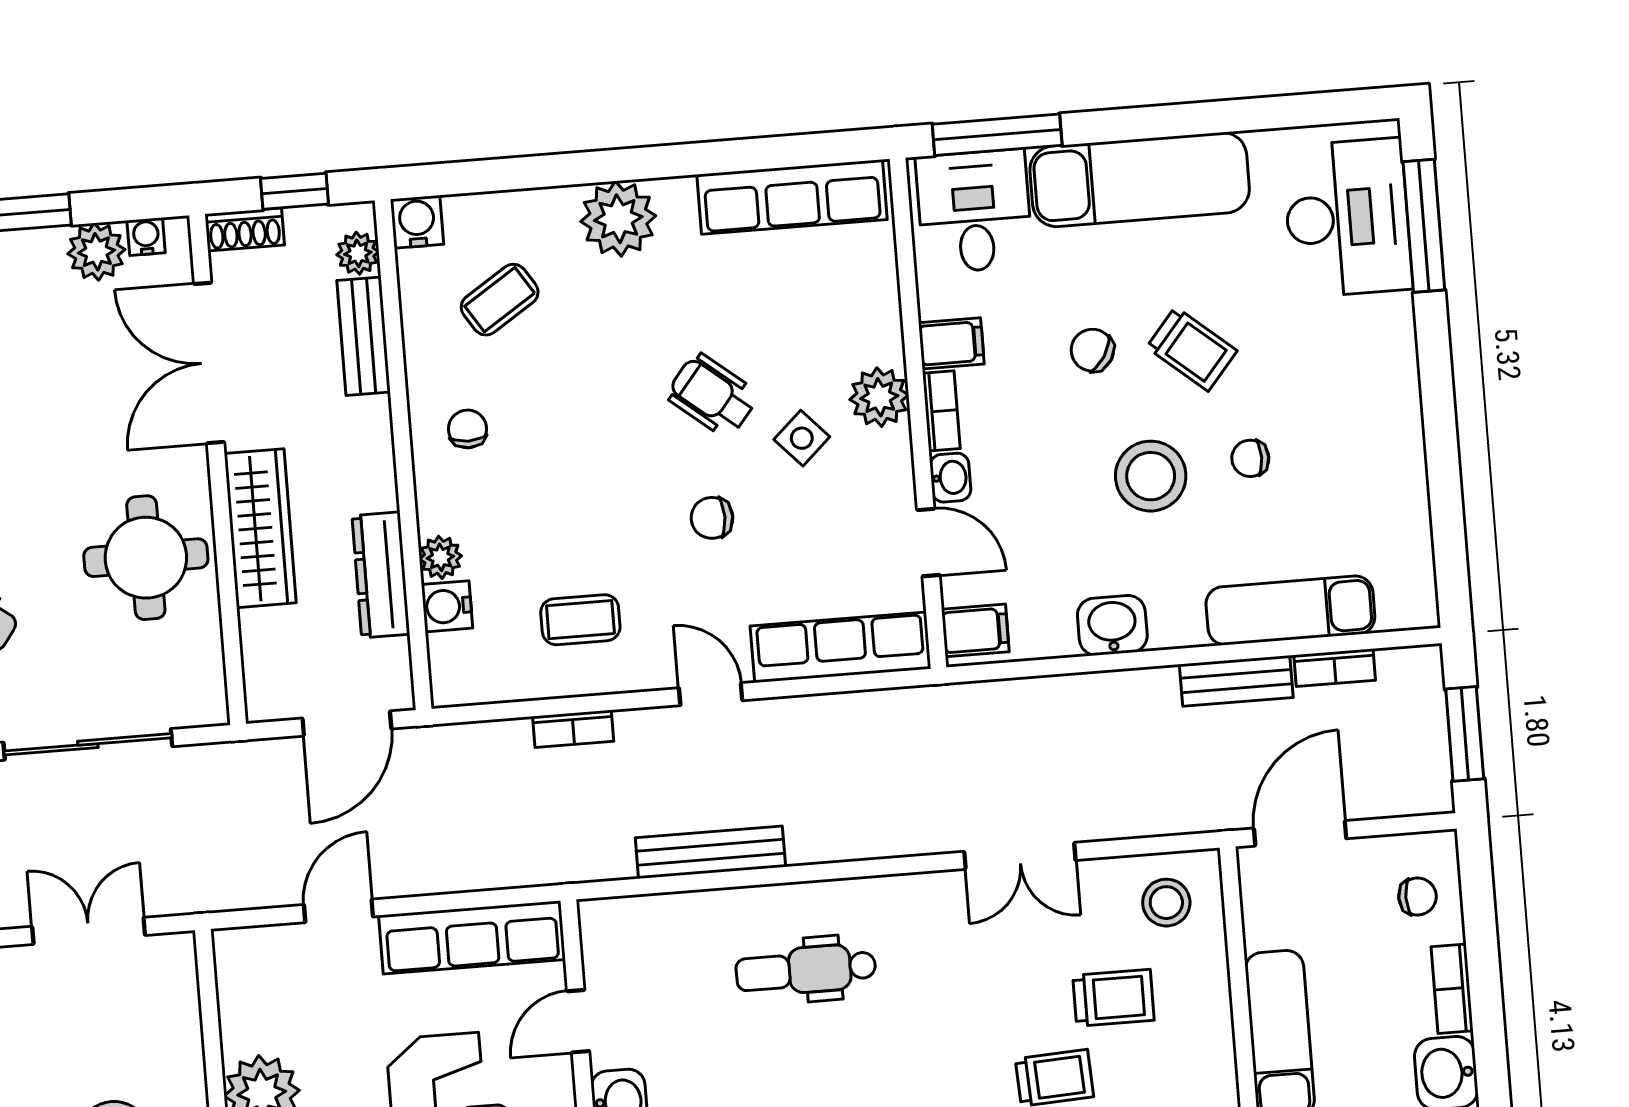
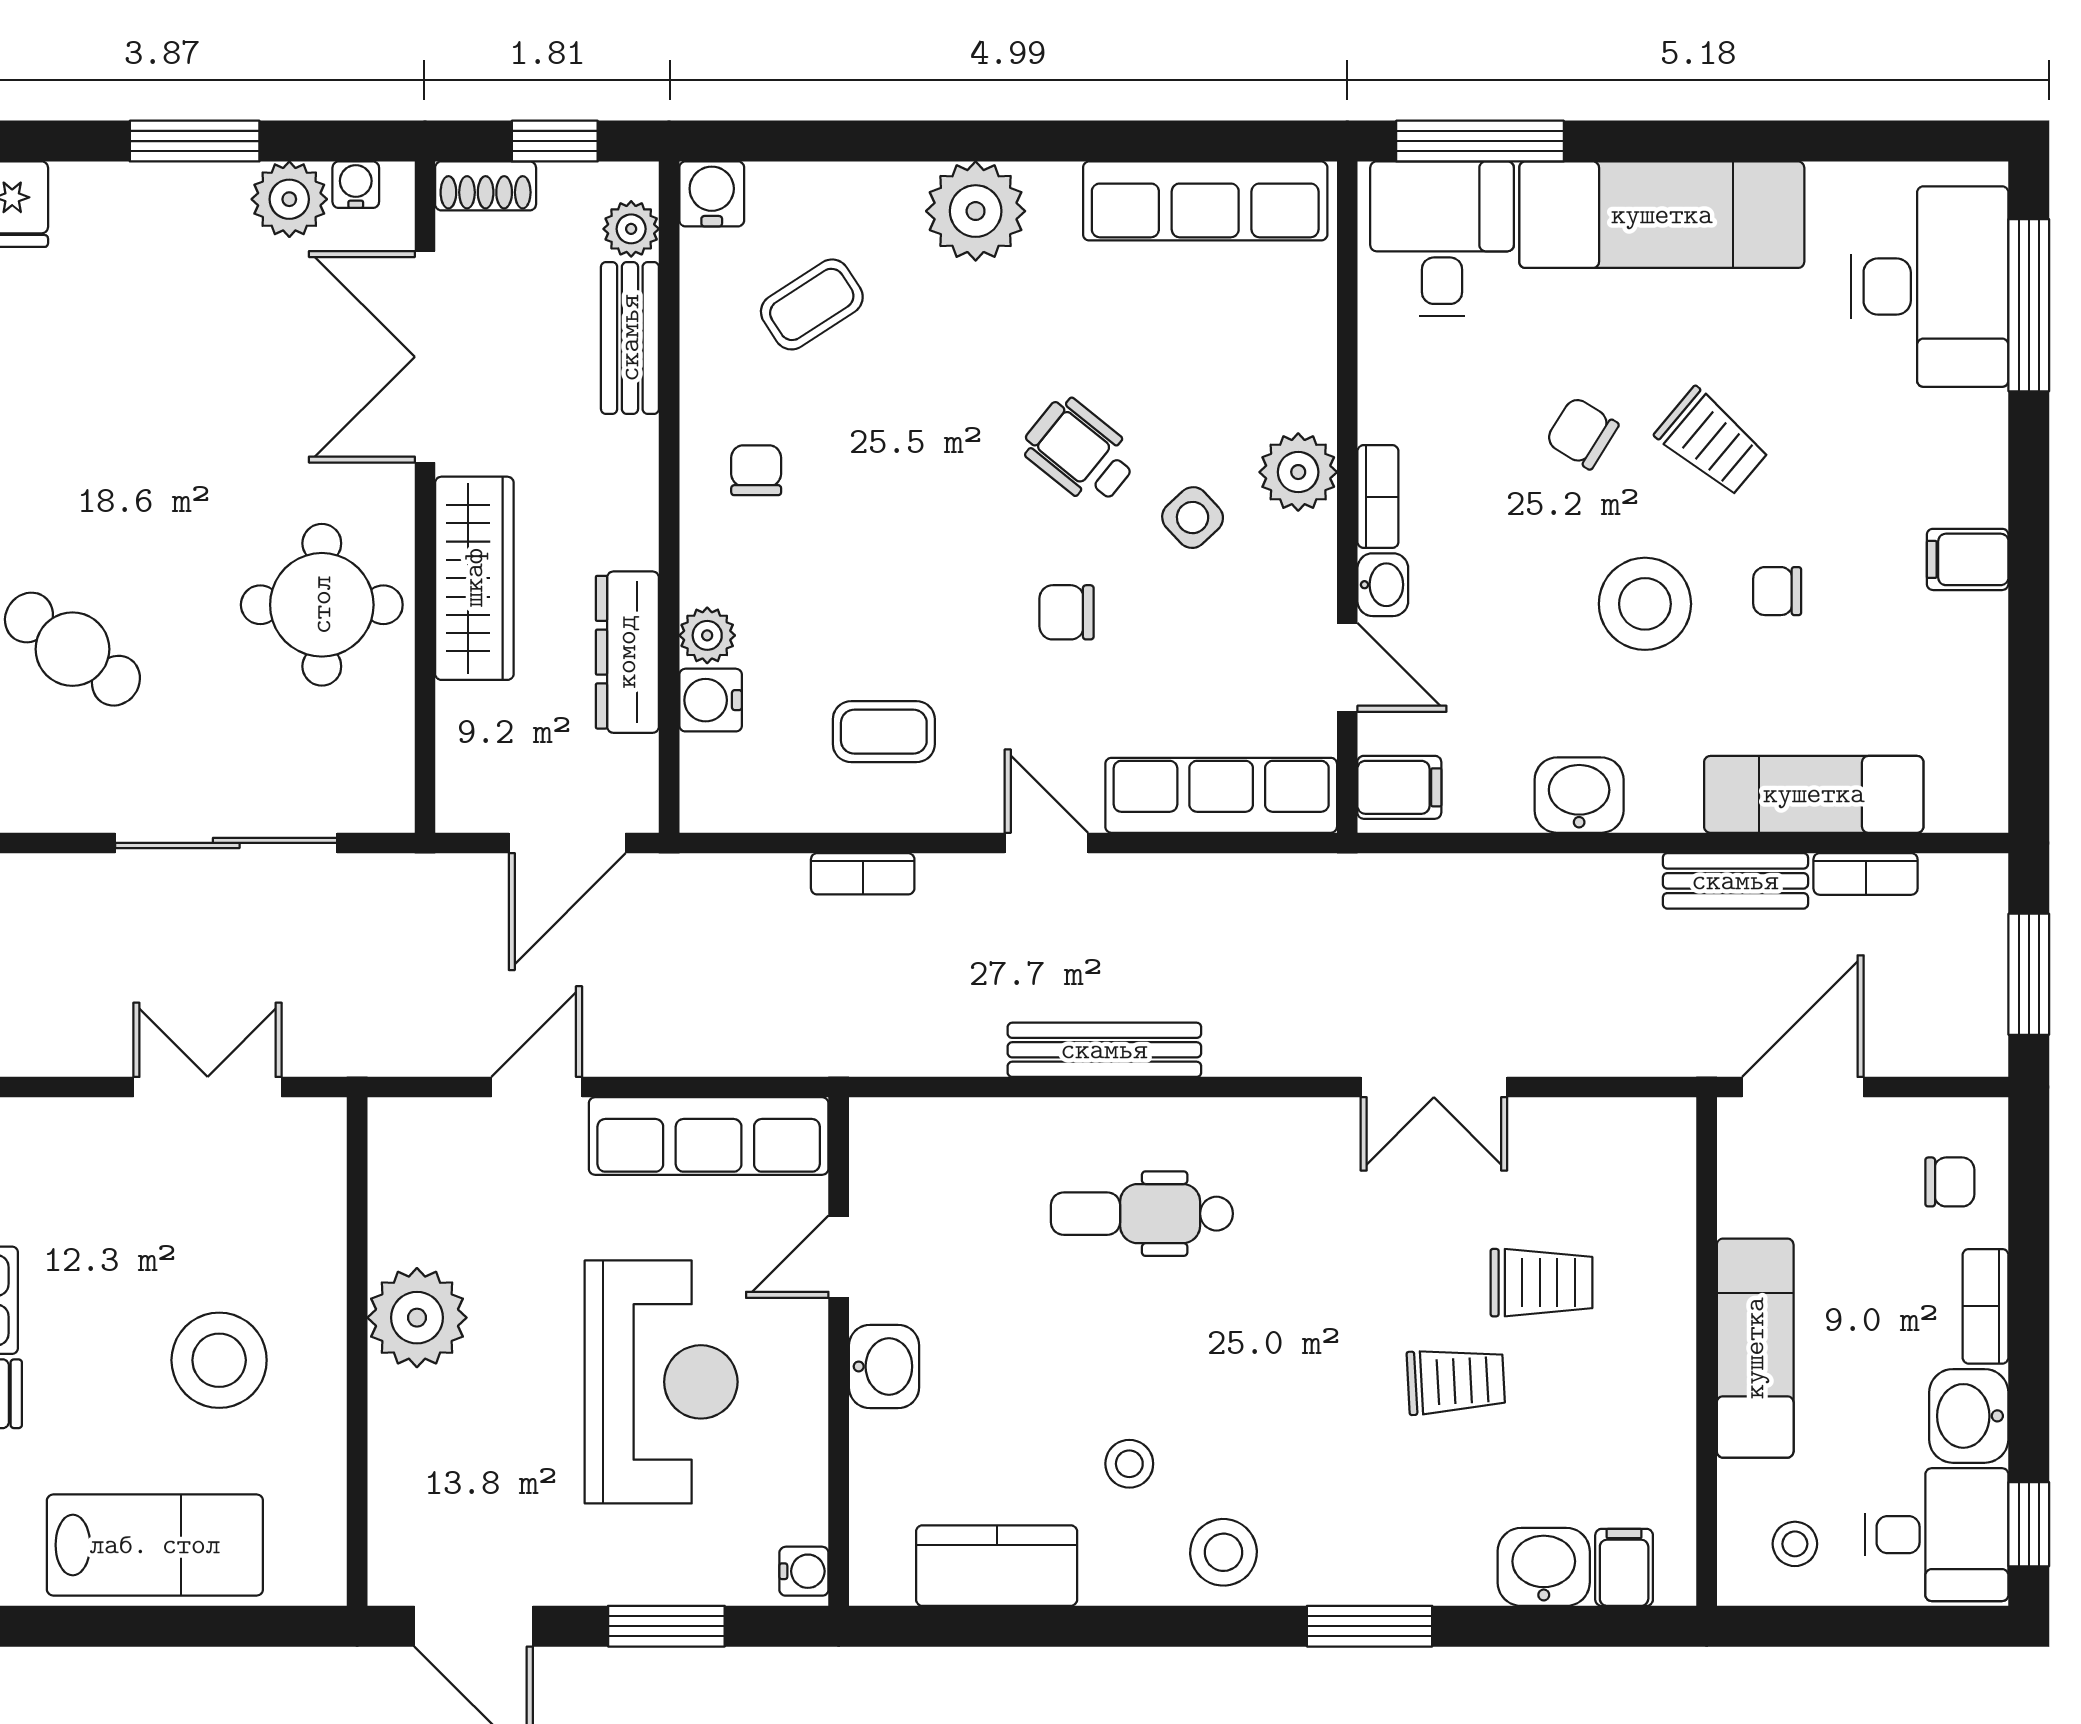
filing cabinet: (951, 343) -> (1968, 559), moved, turned 180
bench: (710, 852) -> (1104, 1050), moved
stool: (1166, 903) -> (1621, 1163), removed

